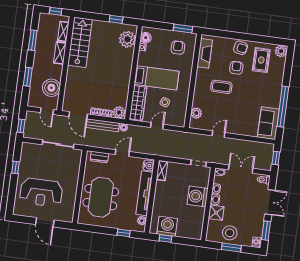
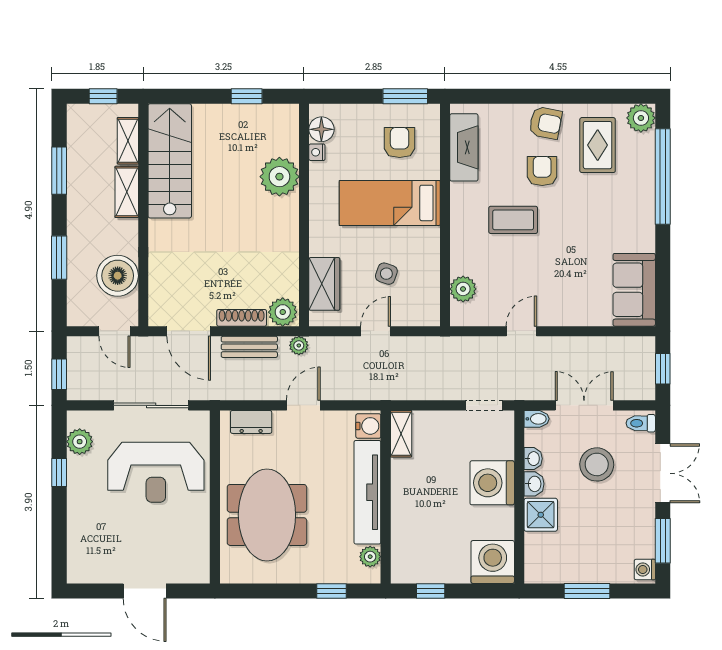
plant: (127, 39) -> (279, 177), moved
bed: (156, 78) -> (390, 203), moved, turned 180
wardrobe: (138, 103) -> (324, 284), width x0.67
window: (283, 107) -> (663, 177), moved
bench: (103, 125) -> (249, 347), width x0.73
plant: (26, 156) -> (80, 442), added
reception desk: (41, 192) -> (156, 472), moved
washing machine: (167, 226) -> (493, 562), moved
stool: (230, 233) -> (597, 464), moved

